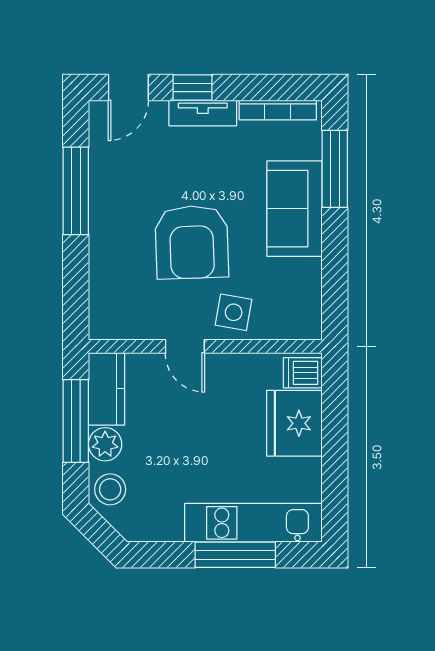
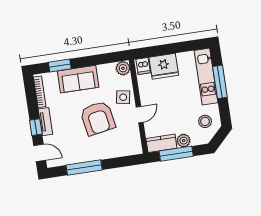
window: (335, 169) -> (60, 65), width x0.69
armchair: (192, 242) -> (98, 118), turned 82
plant: (305, 322) -> (123, 68), added
stool: (110, 489) -> (205, 121), moved

